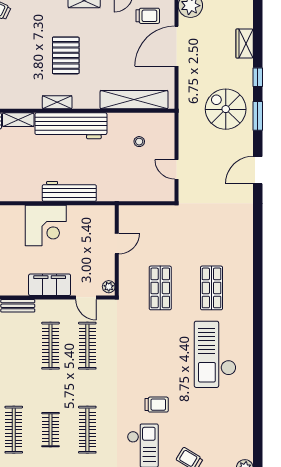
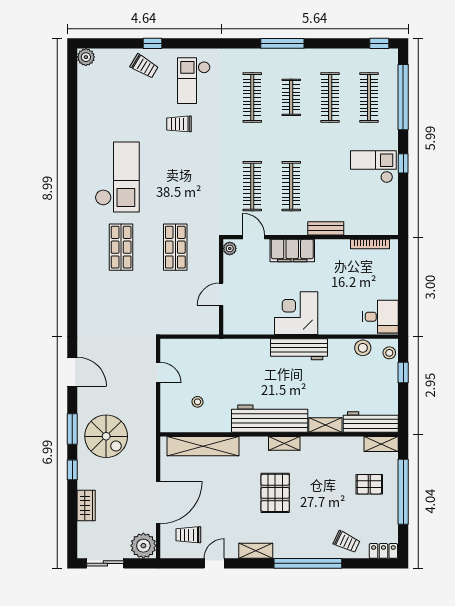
door: (258, 170) -> (72, 372), hinge flipped
workbench: (69, 191) -> (299, 349), moved

